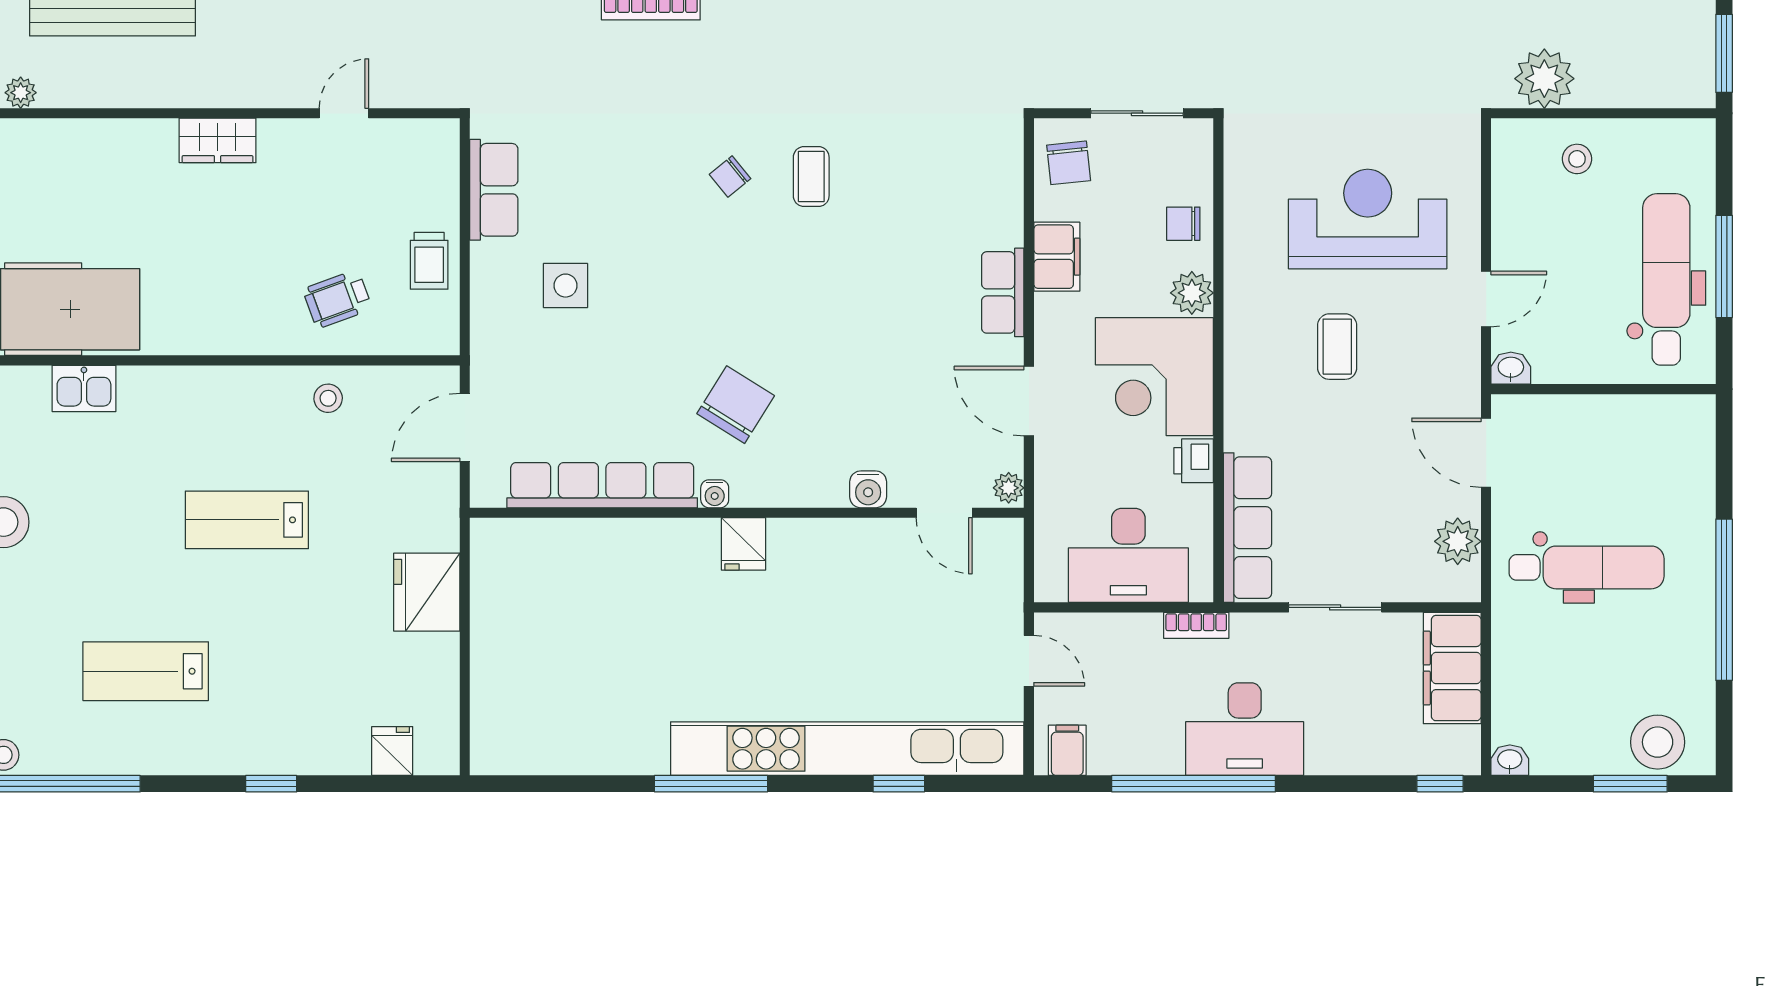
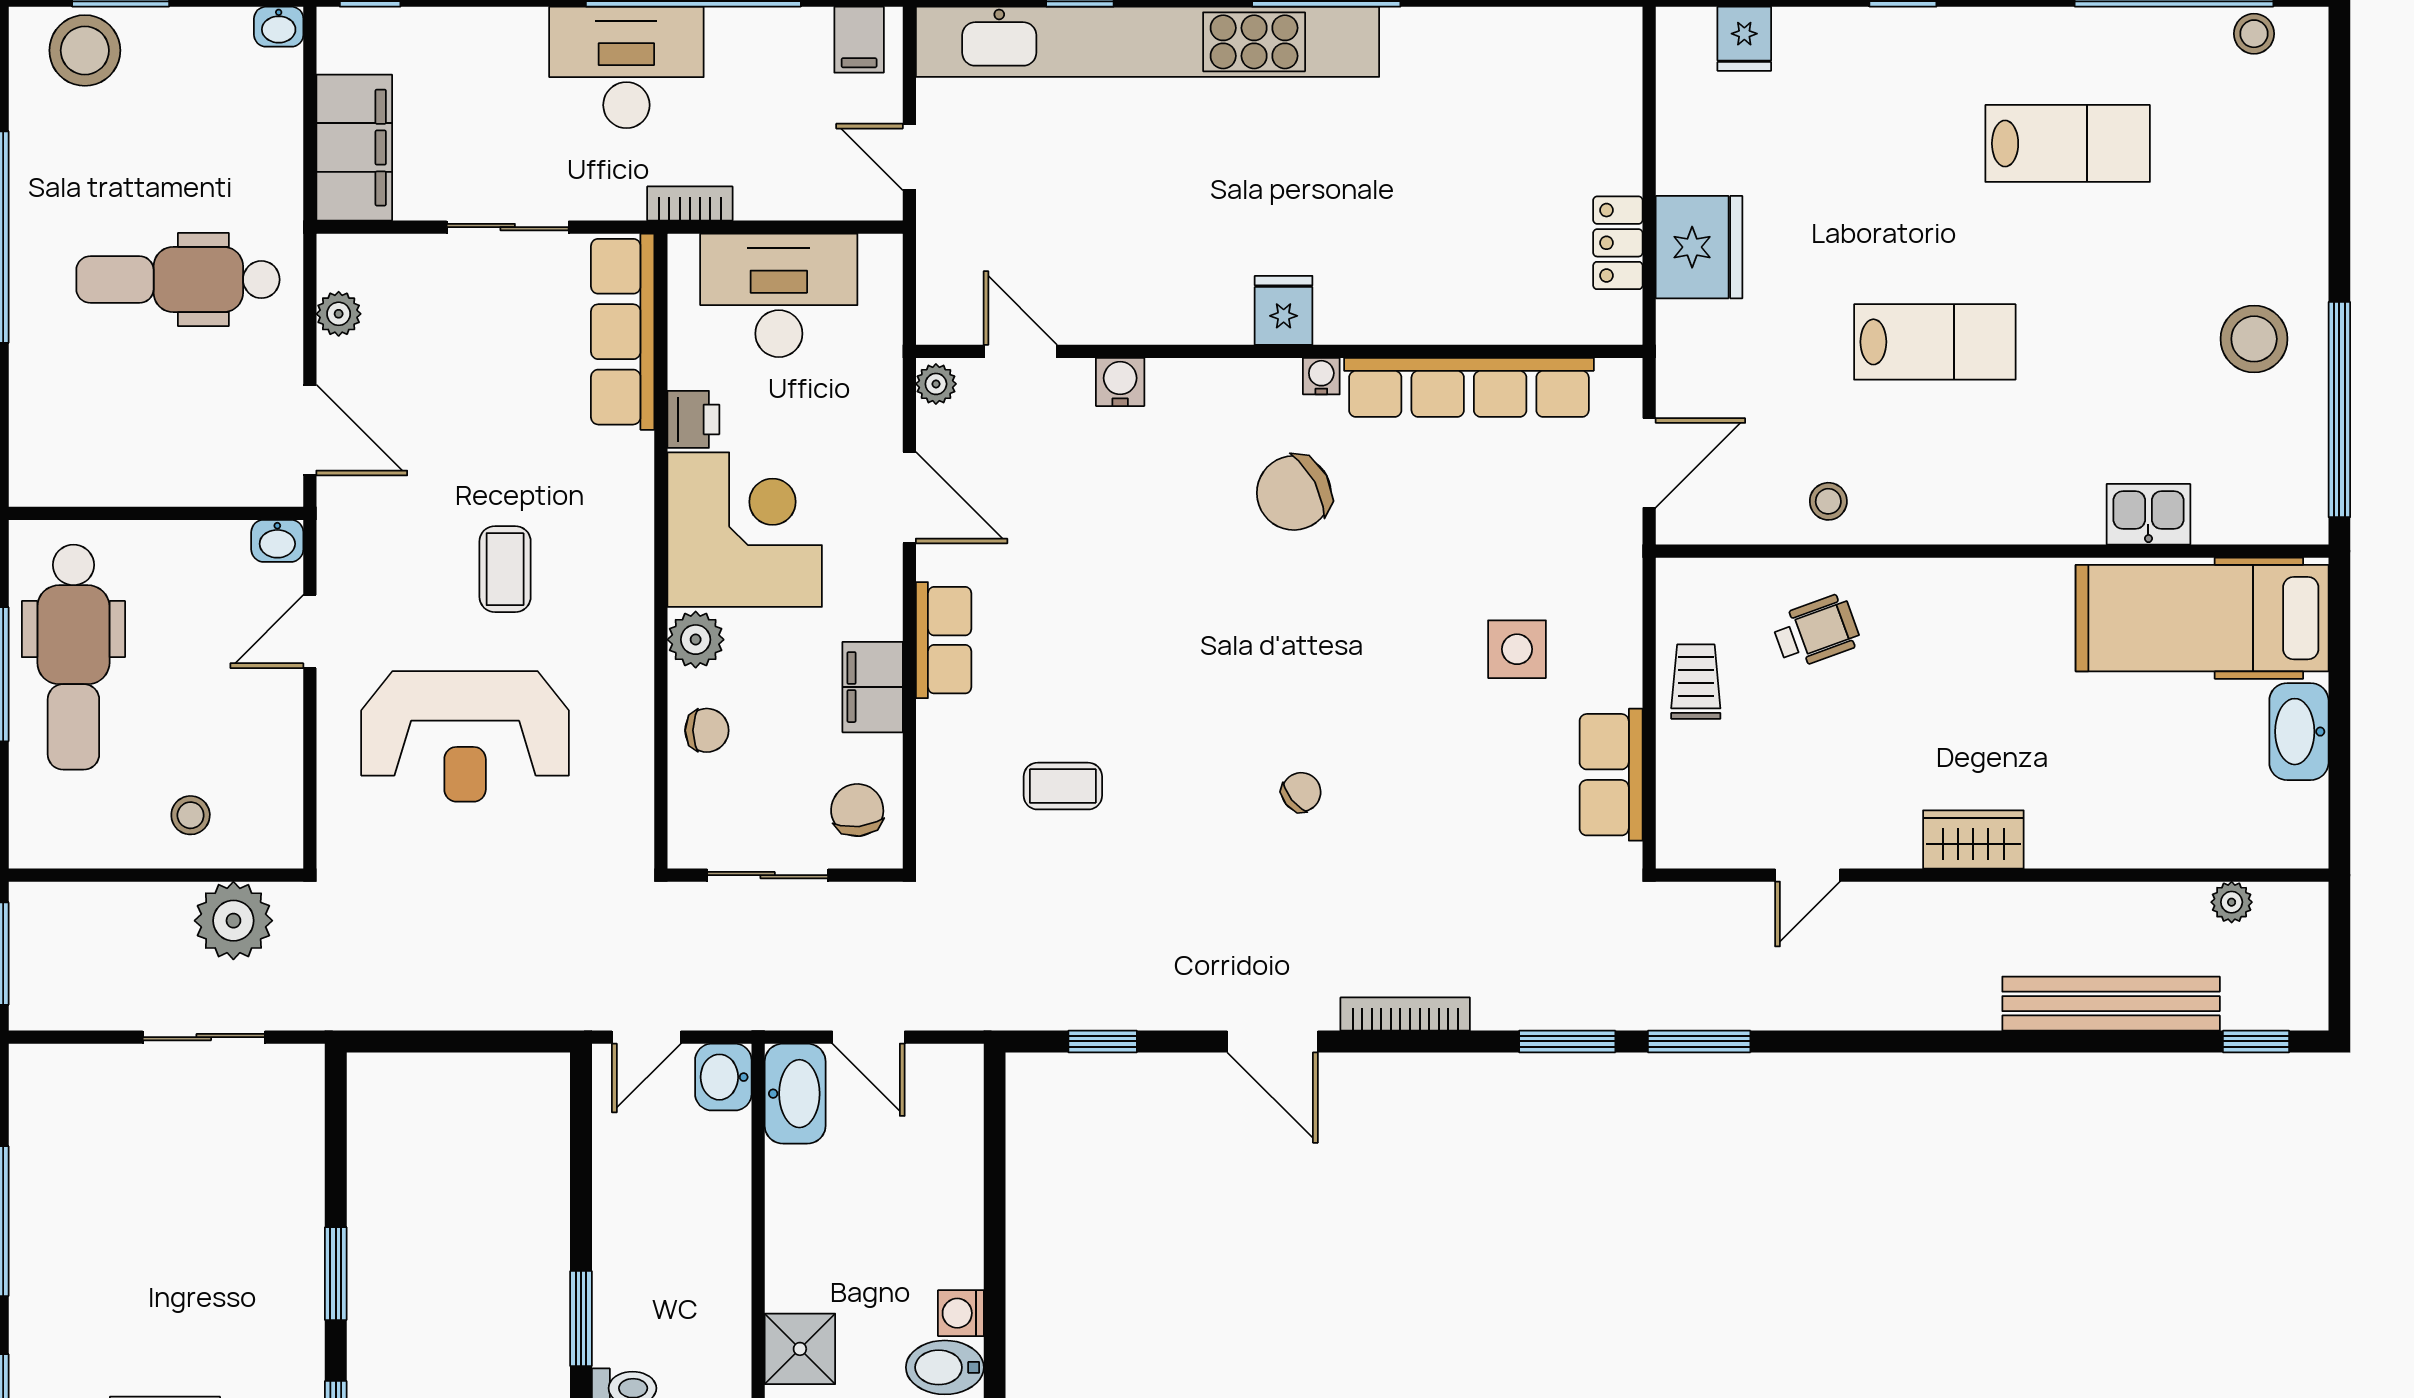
coffee table: (811, 177) -> (1063, 786), moved, turned 90
chair: (736, 405) -> (1294, 493), turned 30
plant: (1458, 541) -> (339, 314), width x0.73, depth x0.73
locker: (489, 595) -> (1618, 243), added

